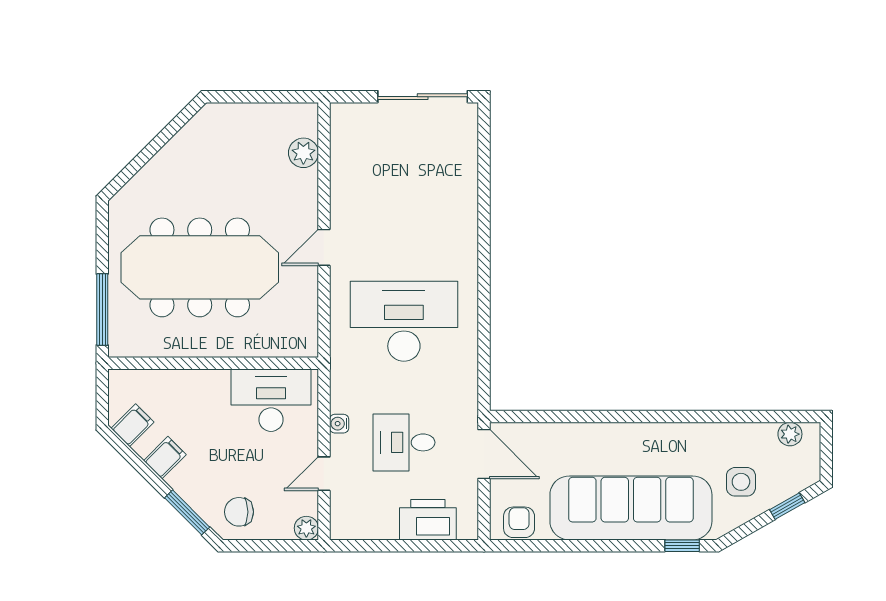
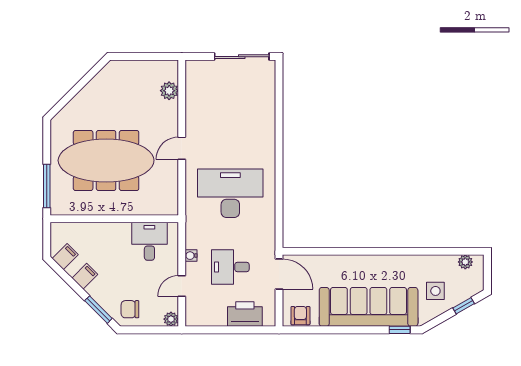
desk: (271, 400) -> (149, 241), width x0.73

